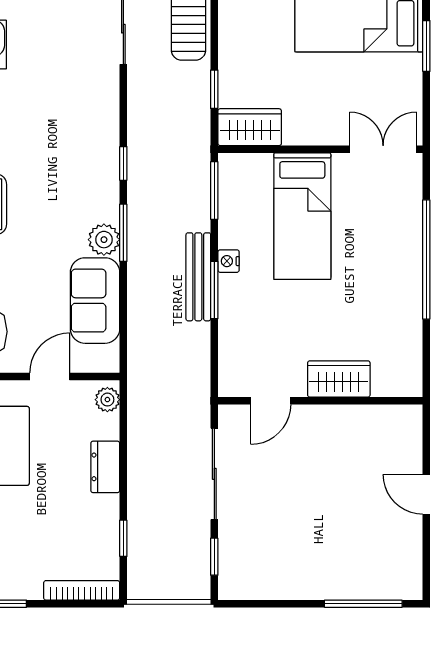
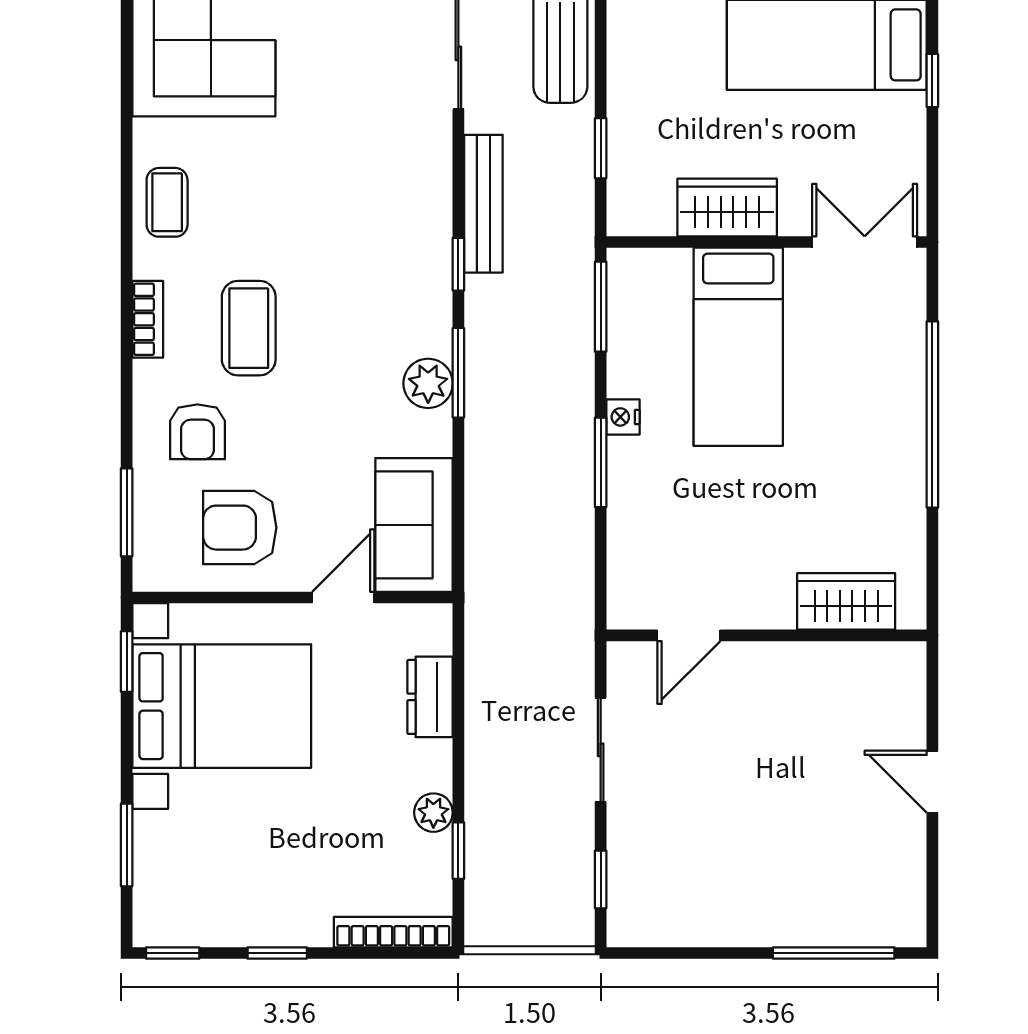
window: (426, 46) -> (932, 81), width x0.67
wardrobe: (250, 127) -> (727, 208), moved
bench: (198, 277) -> (483, 204), moved
sofa: (95, 301) -> (414, 525), moved
wardrobe: (339, 379) -> (846, 601), moved
plant: (107, 400) -> (433, 813), moved
dresser: (105, 467) -> (430, 697), moved
sliding door: (214, 474) -> (601, 750), width x0.73

